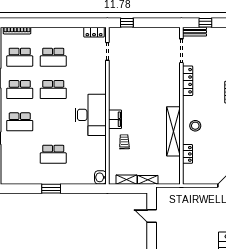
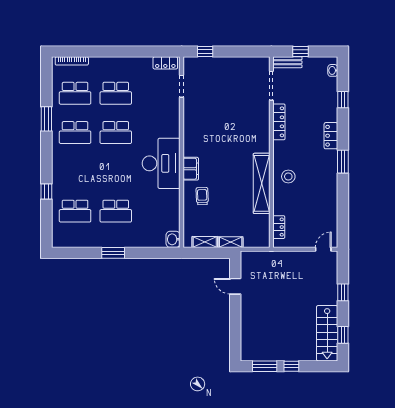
school desk: (20, 122) -> (75, 211), moved
locker: (187, 154) -> (279, 227), moved

